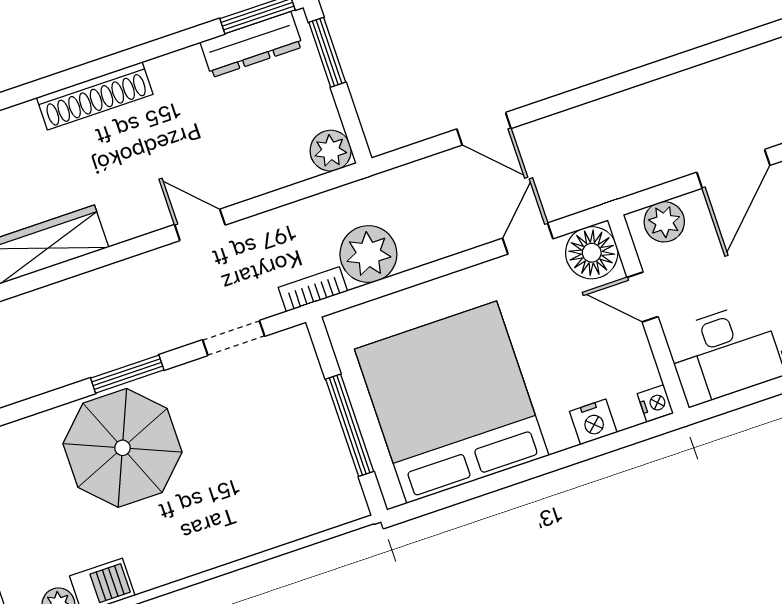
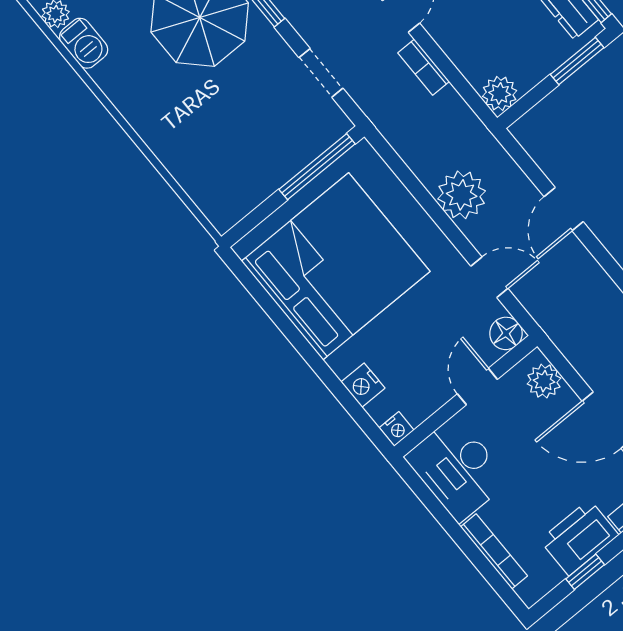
floor lamp: (592, 253) -> (506, 333), width x0.73, depth x0.73
plant: (368, 254) -> (462, 195), moved
bookcase: (313, 289) -> (424, 67), moved, turned 180
window: (350, 425) -> (317, 167), moved

